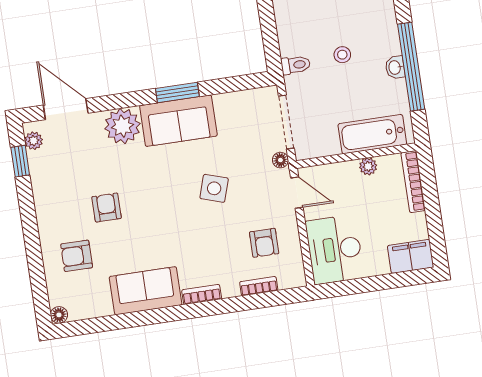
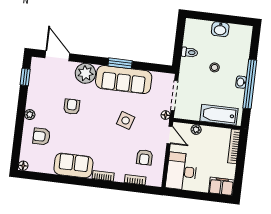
toilet: (296, 65) -> (190, 52), moved
sofa: (178, 121) -> (124, 80), width x1.36
plant: (34, 141) -> (30, 115), moved
plant: (368, 166) -> (196, 130), moved
armchair: (107, 208) -> (72, 107), moved

